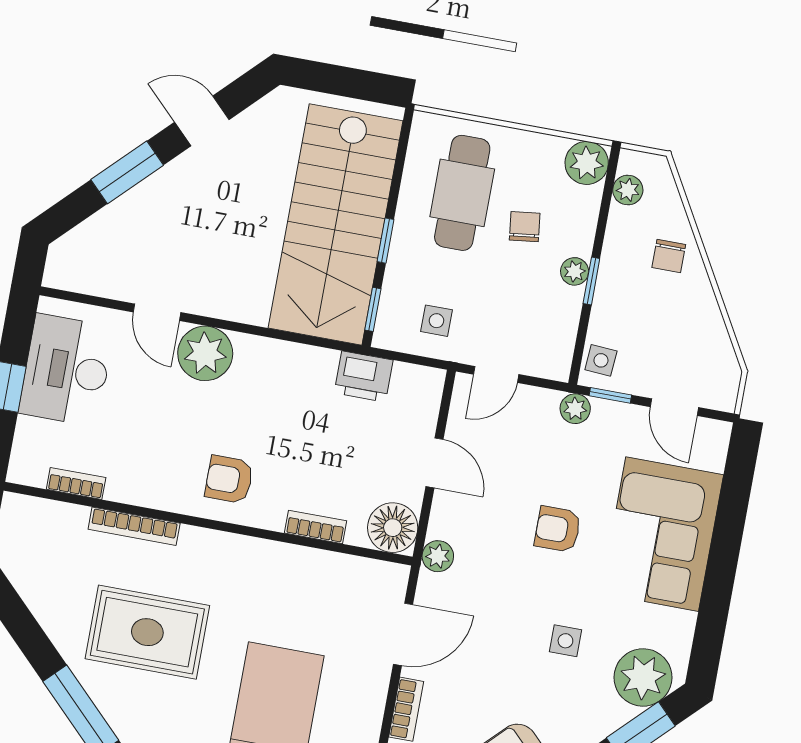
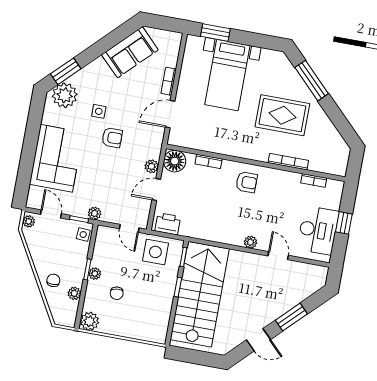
plant: (628, 190) -> (74, 293), moved
cafe table: (462, 193) -> (144, 308), removed
side table: (436, 321) -> (155, 252), width x1.87, depth x1.87
plant: (205, 353) -> (250, 242), width x0.53, depth x0.53
door: (496, 374) -> (129, 228), swing flipped
printer: (364, 376) -> (168, 224), moved
plant: (725, 390) -> (29, 221), added
door: (435, 463) -> (156, 189), hinge flipped
armchair: (558, 529) -> (112, 138), moved
plant: (438, 556) -> (152, 166), moved

